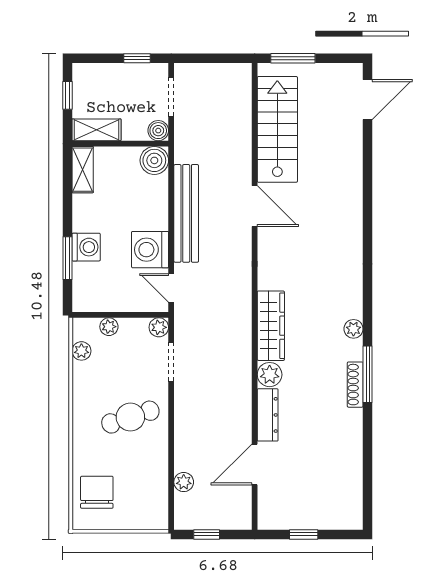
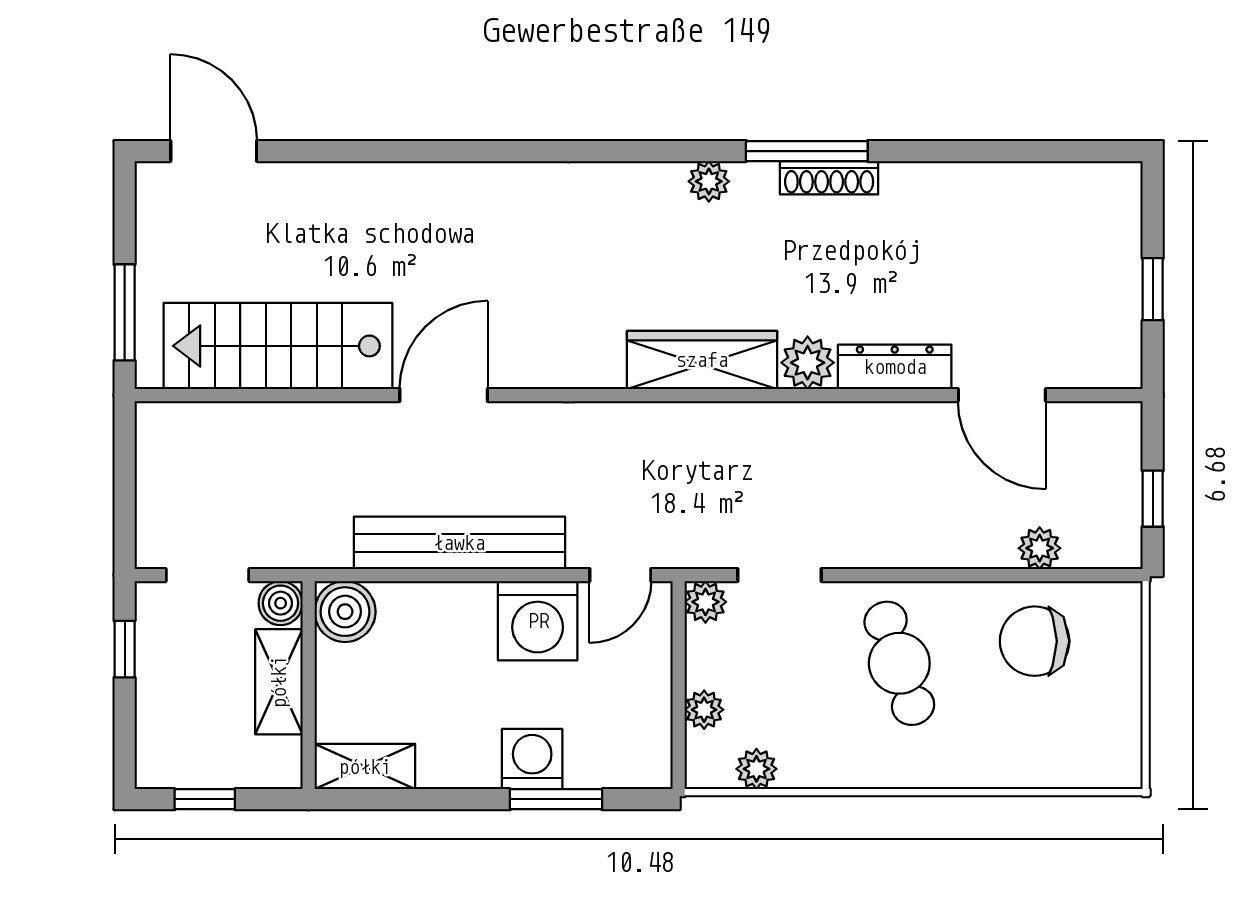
shelving: (96, 130) -> (279, 682), moved
chair: (97, 492) -> (1035, 641), moved

